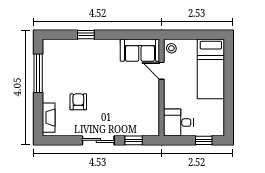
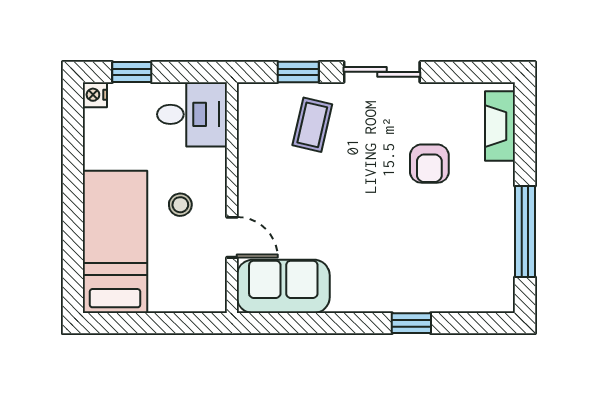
stool: (171, 48) -> (180, 205), moved
coffee table: (128, 118) -> (312, 125), added
nightstand: (219, 131) -> (95, 95), added

